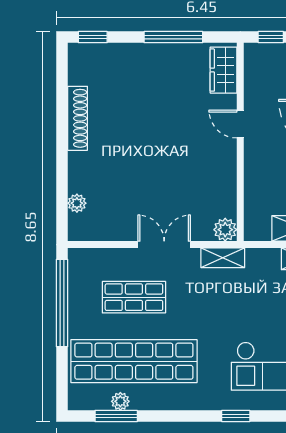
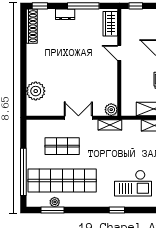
dresser: (139, 53) -> (65, 14), added
shoe rack: (78, 118) -> (32, 26), moved
plant: (77, 203) -> (36, 91), width x1.88, depth x1.88
window: (62, 303) -> (23, 172), moved

